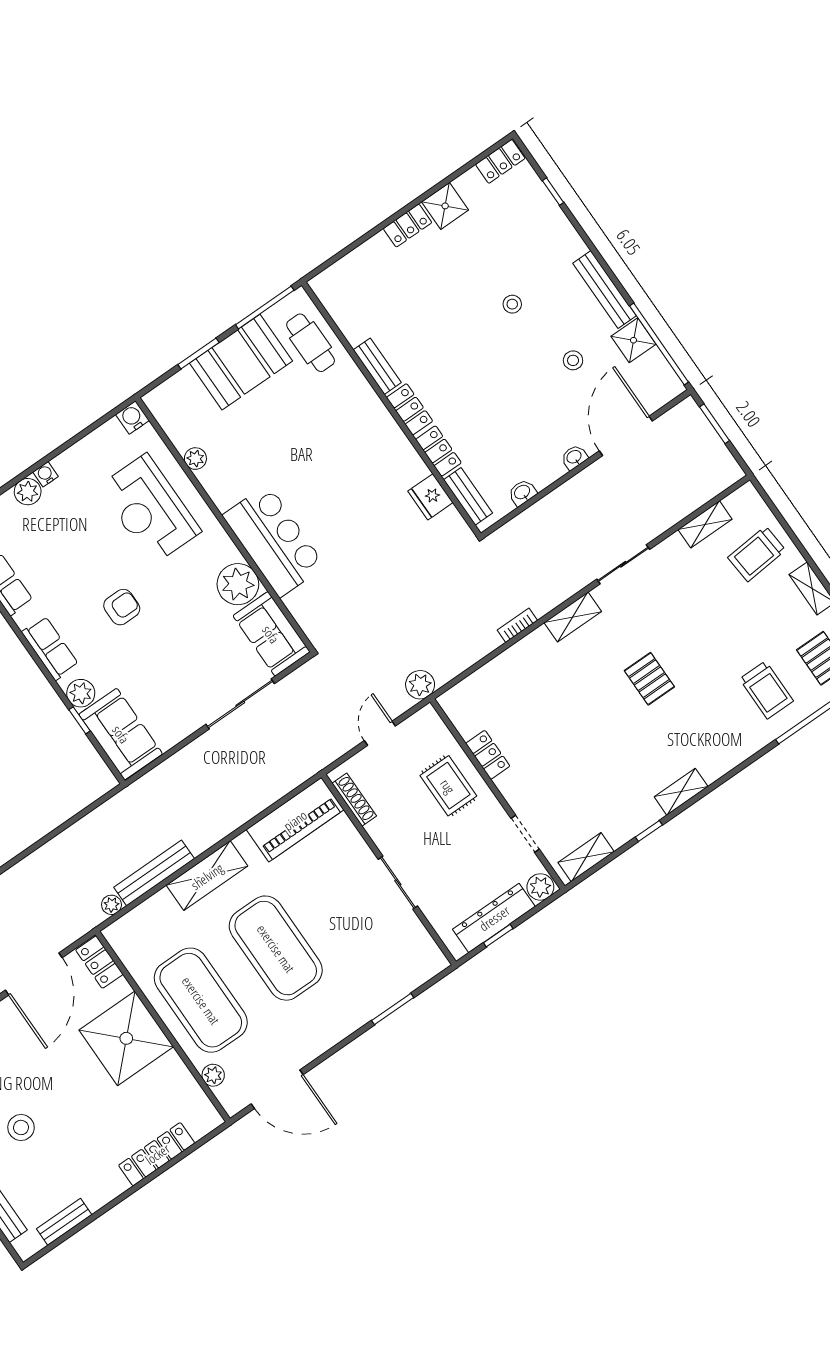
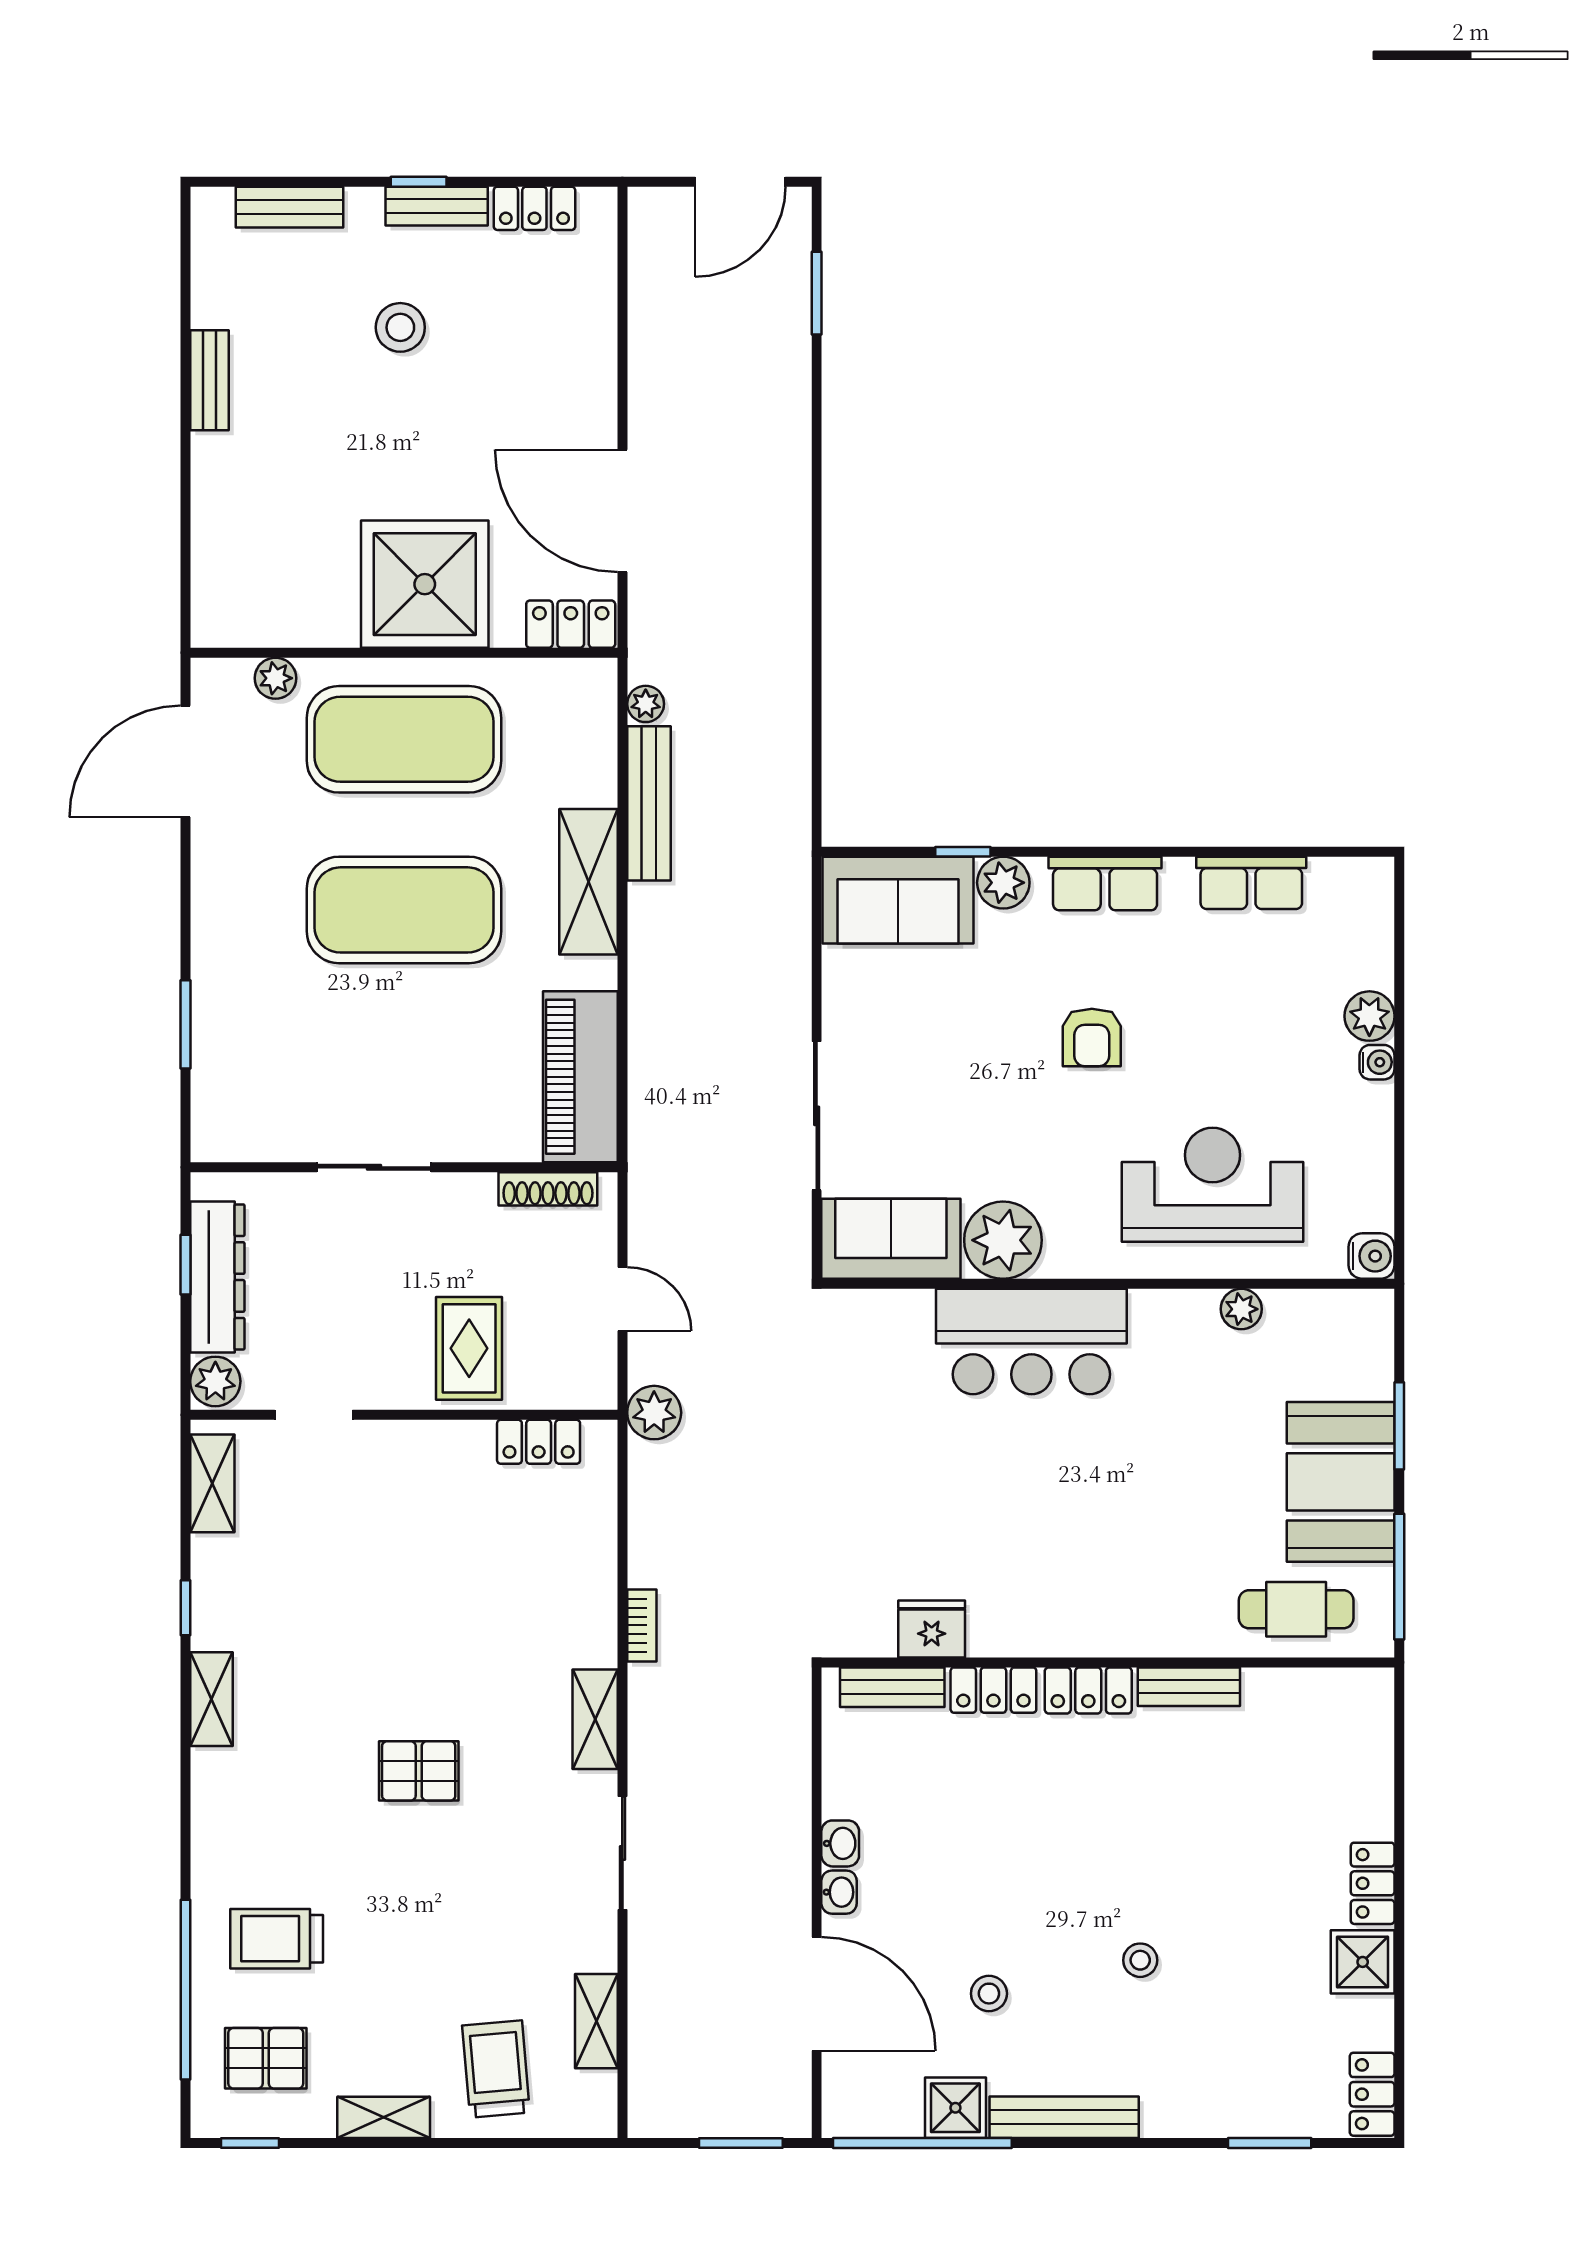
window: (553, 192) -> (1270, 2143), width x1.50
washbasin: (522, 492) -> (840, 1843), moved
locker: (488, 755) -> (539, 1442), moved
rug: (448, 786) -> (469, 1348), turned 90
locker: (157, 1154) -> (215, 507), removed
bench: (64, 1222) -> (210, 380), moved

